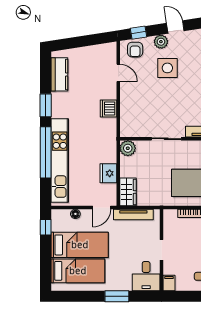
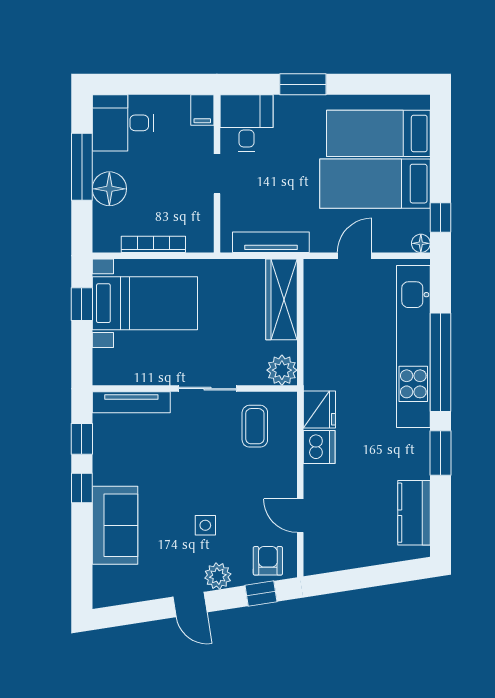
side table: (167, 68) -> (205, 525), width x0.54, depth x0.54
coffee table: (142, 119) -> (255, 426), added
fridge: (108, 173) -> (319, 410), moved
wardrobe: (128, 192) -> (282, 299), width x1.50
door: (102, 208) -> (355, 256), moved
floor lamp: (75, 214) -> (421, 243), moved

